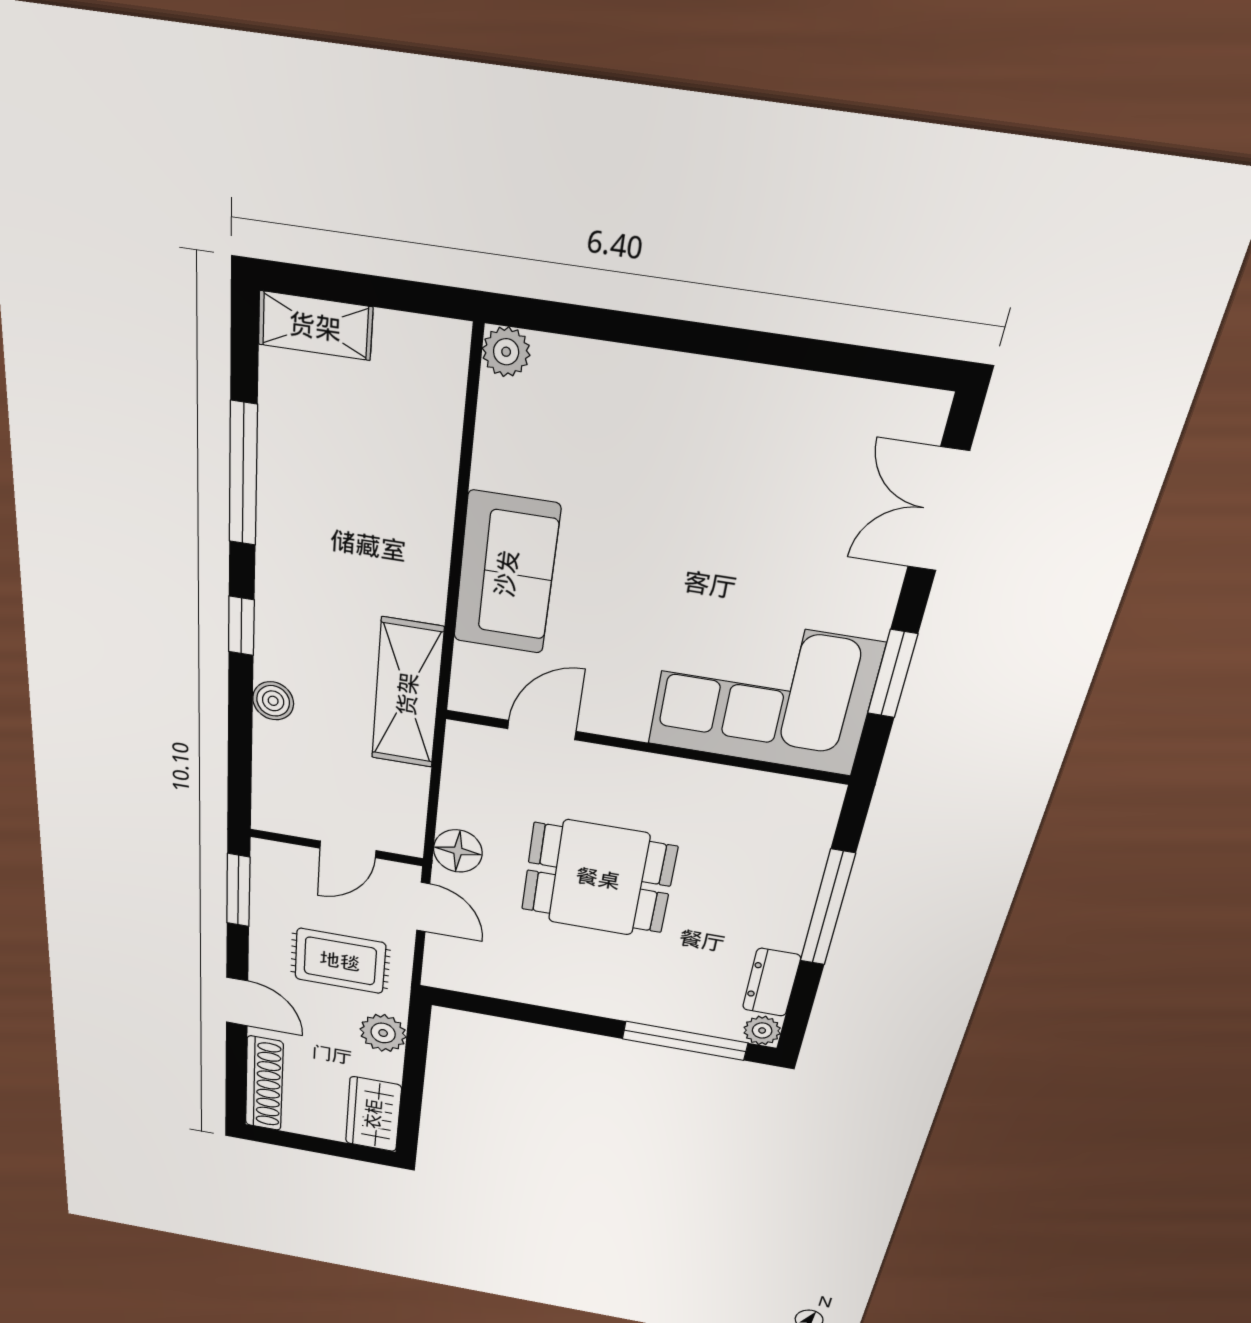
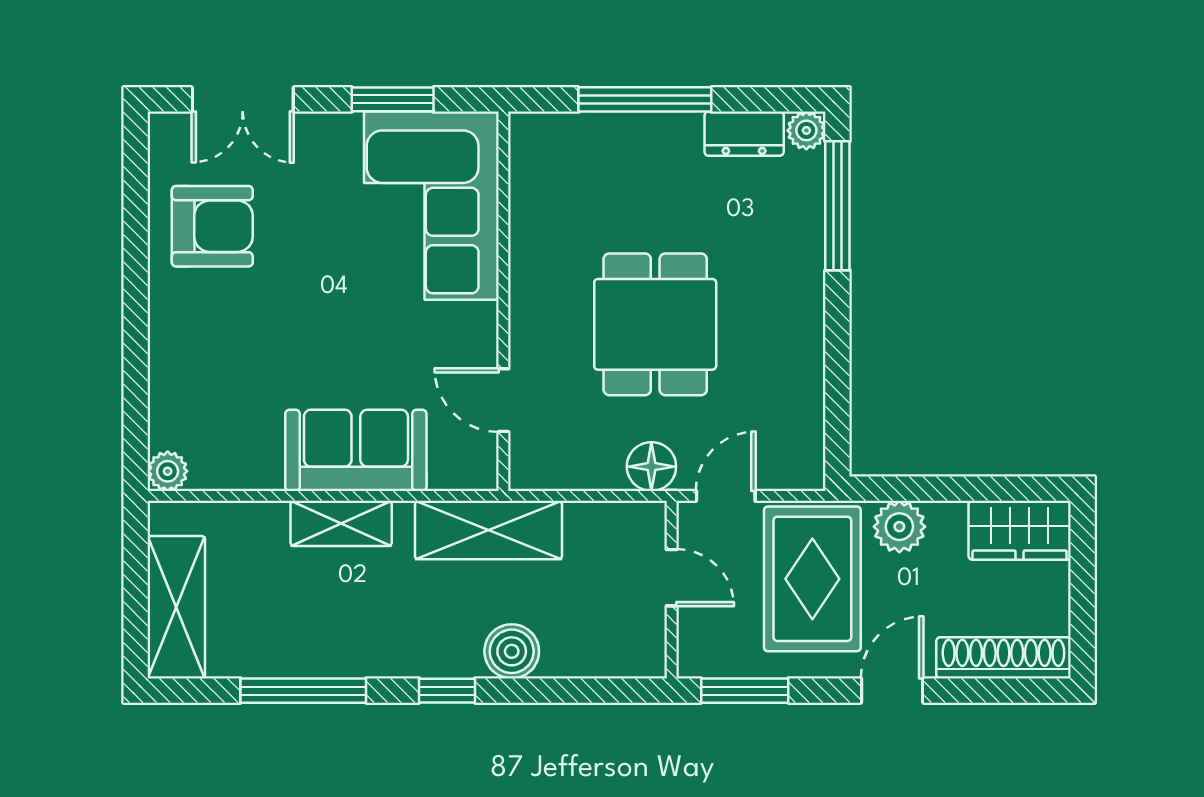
shelving: (315, 326) -> (176, 607), width x1.50, depth x1.33
armchair: (793, 451) -> (212, 226), added
shelving: (427, 545) -> (341, 523), added
boiler: (273, 701) -> (512, 651), width x1.36, depth x1.36
rug: (340, 961) -> (812, 579), width x1.36, depth x1.43

